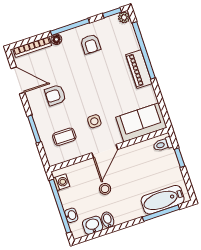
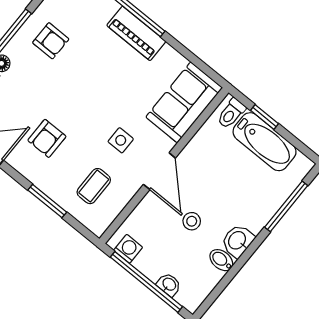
bathtub: (163, 200) -> (265, 142), moved, turned -90
washbasin: (93, 225) -> (238, 241), moved

